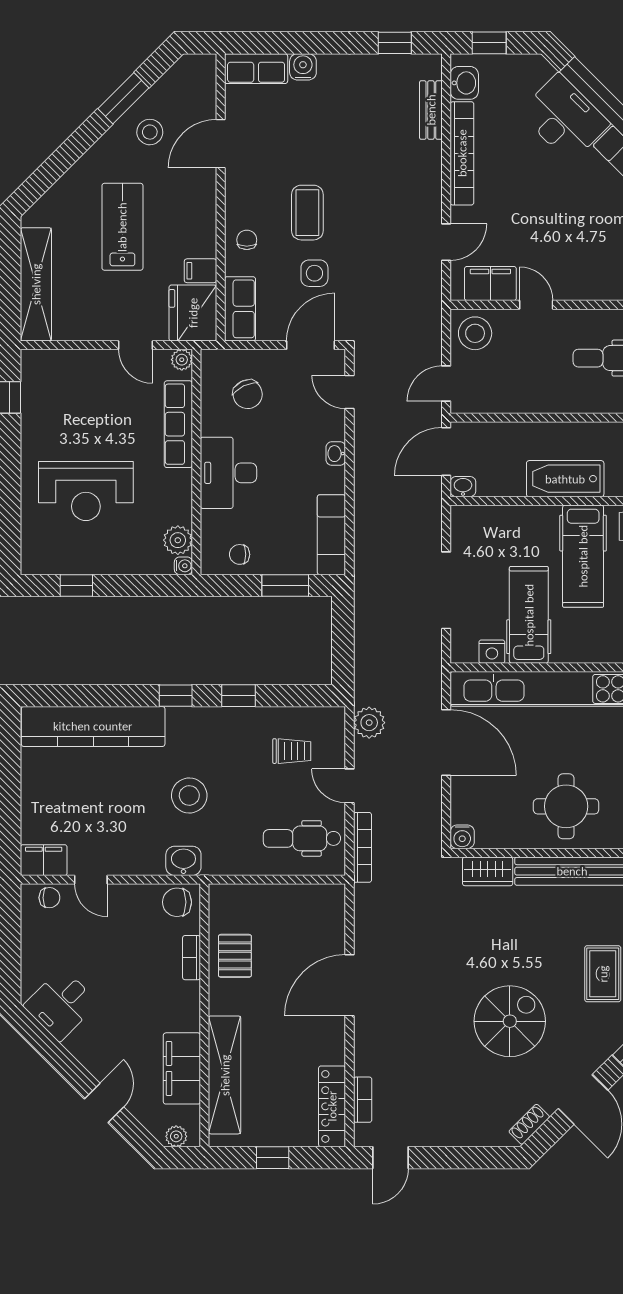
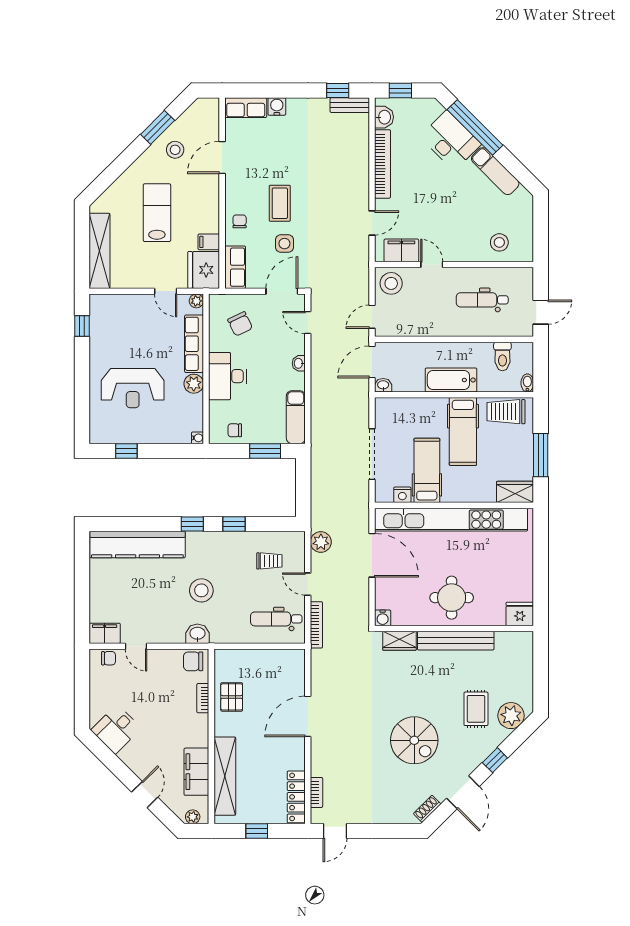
bench: (431, 110) -> (350, 105), moved, turned 90
plant: (178, 540) -> (194, 384), moved
spiral stairs: (510, 1021) -> (414, 740), turned 90

